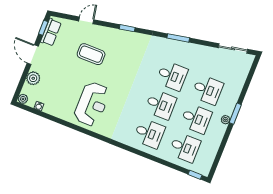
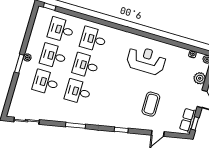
coffee table: (91, 54) -> (151, 104), turned 90
reception desk: (92, 104) -> (146, 60), turned 90

